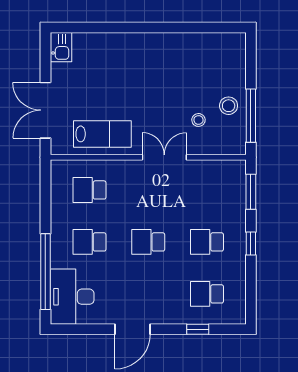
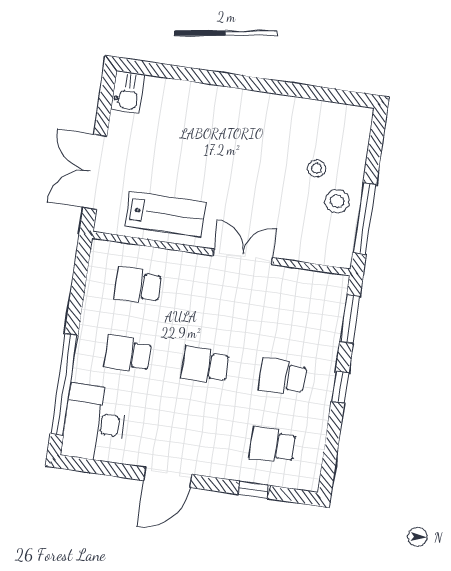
stool: (198, 120) -> (317, 168), moved

